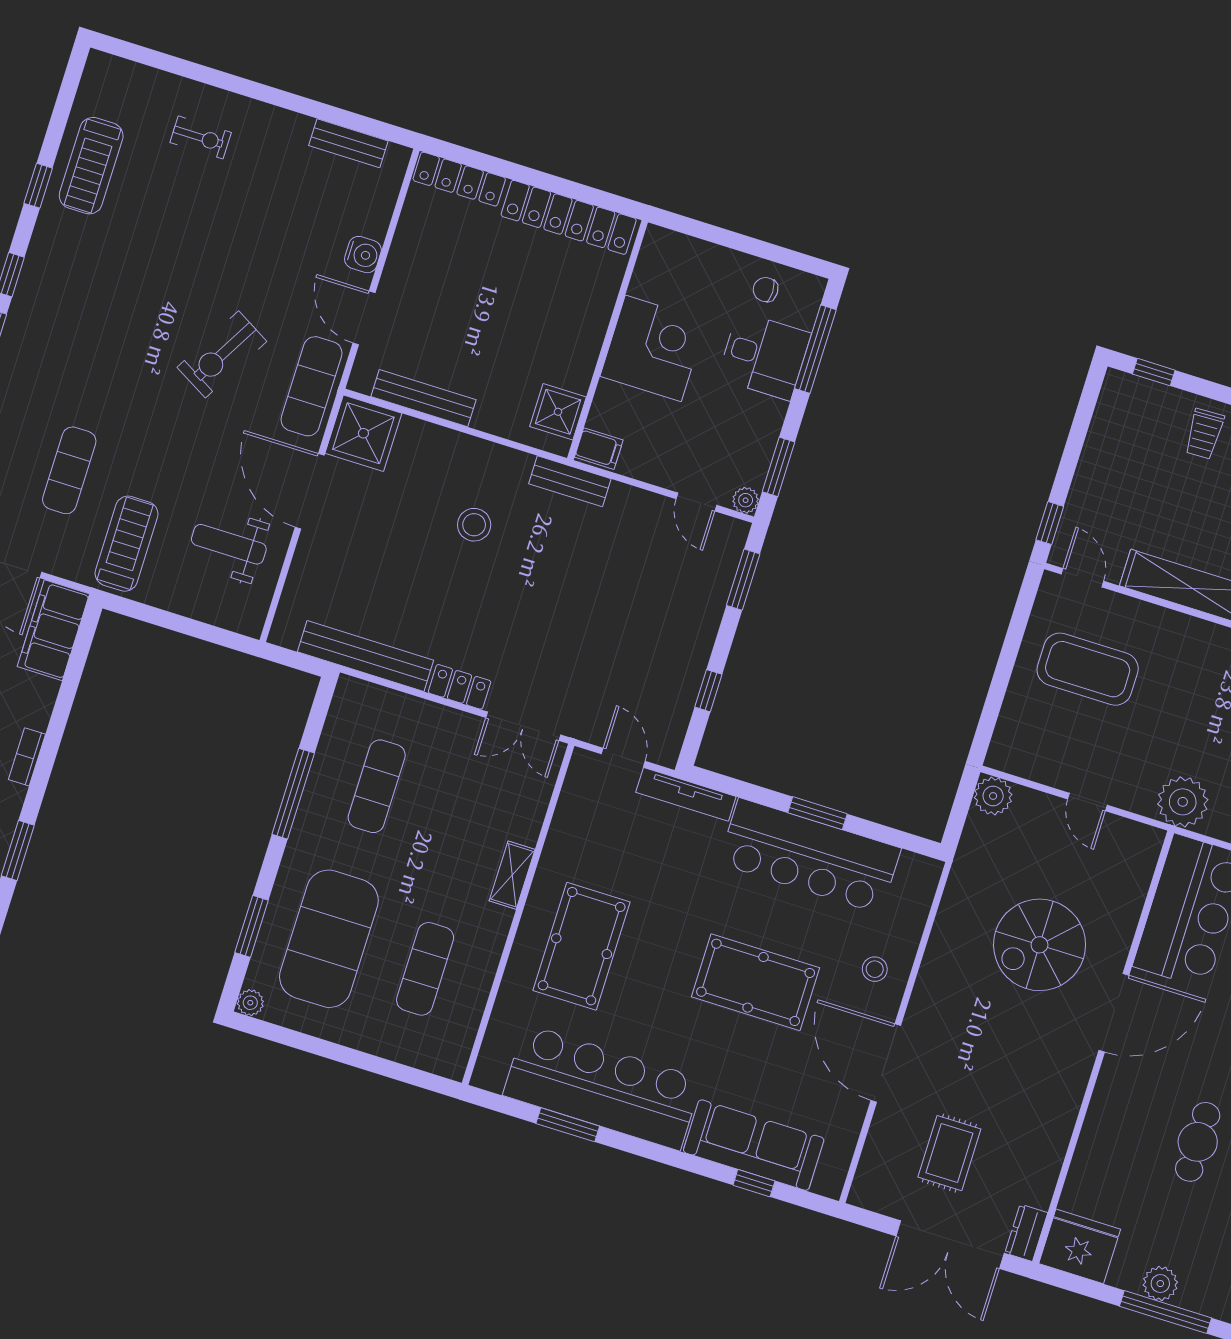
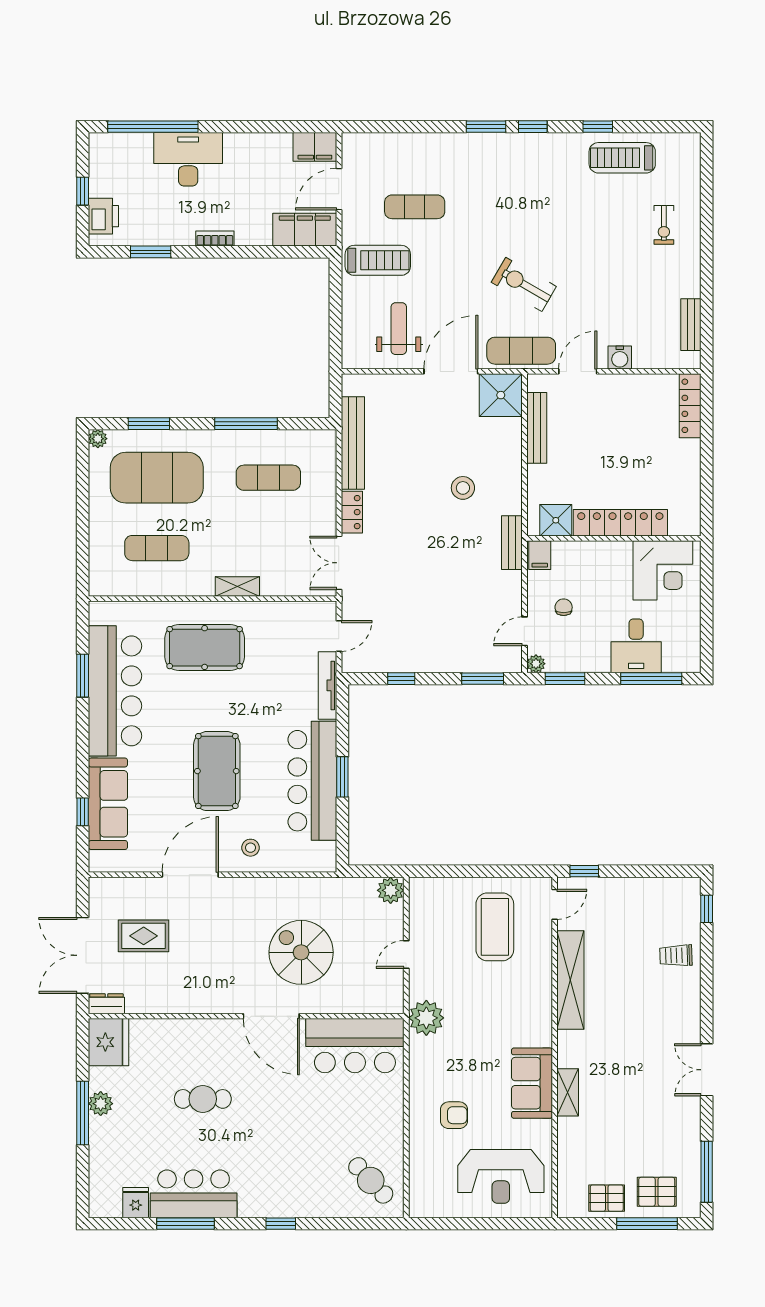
locker: (569, 217) -> (620, 523), moved, turned 90
chair: (766, 290) -> (564, 607), moved
corner desk: (653, 348) -> (663, 570), moved

